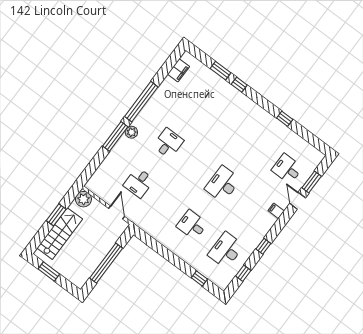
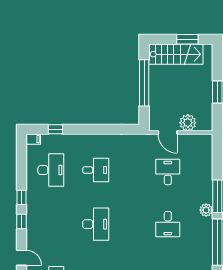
plant: (83, 199) -> (188, 123), moved
filing cabinet: (276, 211) -> (33, 139), moved
stairs: (60, 234) -> (176, 54), moved, turned -90
window: (243, 273) -> (22, 221), moved

